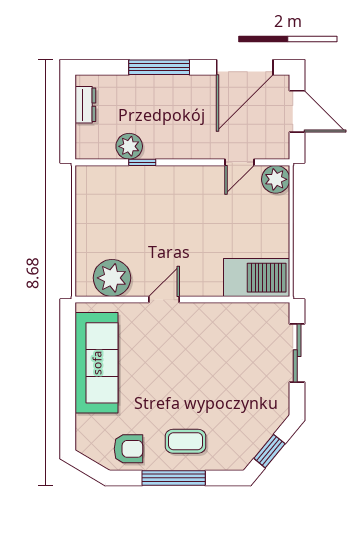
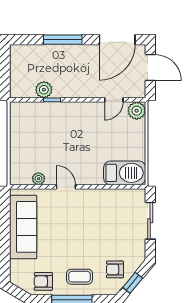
dresser: (85, 105) -> (16, 63), removed
plant: (112, 278) -> (38, 179), width x0.53, depth x0.53
door: (164, 300) -> (66, 187), hinge flipped
armchair: (241, 430) -> (115, 269), added
armchair: (128, 449) -> (43, 281), turned 180

